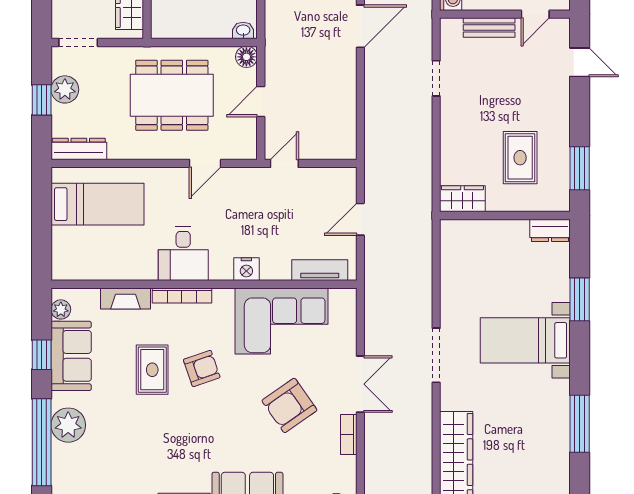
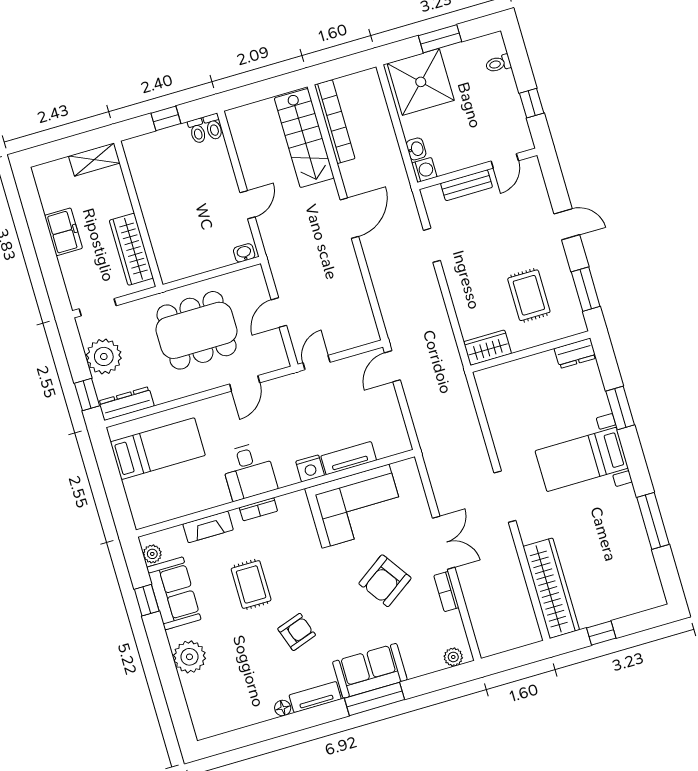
floor lamp: (246, 57) -> (254, 276), removed
door: (580, 62) -> (567, 224), moved
plant: (65, 89) -> (104, 356), width x1.36, depth x1.36
window: (42, 100) -> (87, 394), moved
door: (360, 219) -> (392, 366), moved
tv unit: (320, 270) -> (349, 458), moved
bookcase: (182, 295) -> (258, 509), width x0.64
armchair: (202, 368) -> (297, 632), moved
window: (42, 442) -> (170, 679), removed

